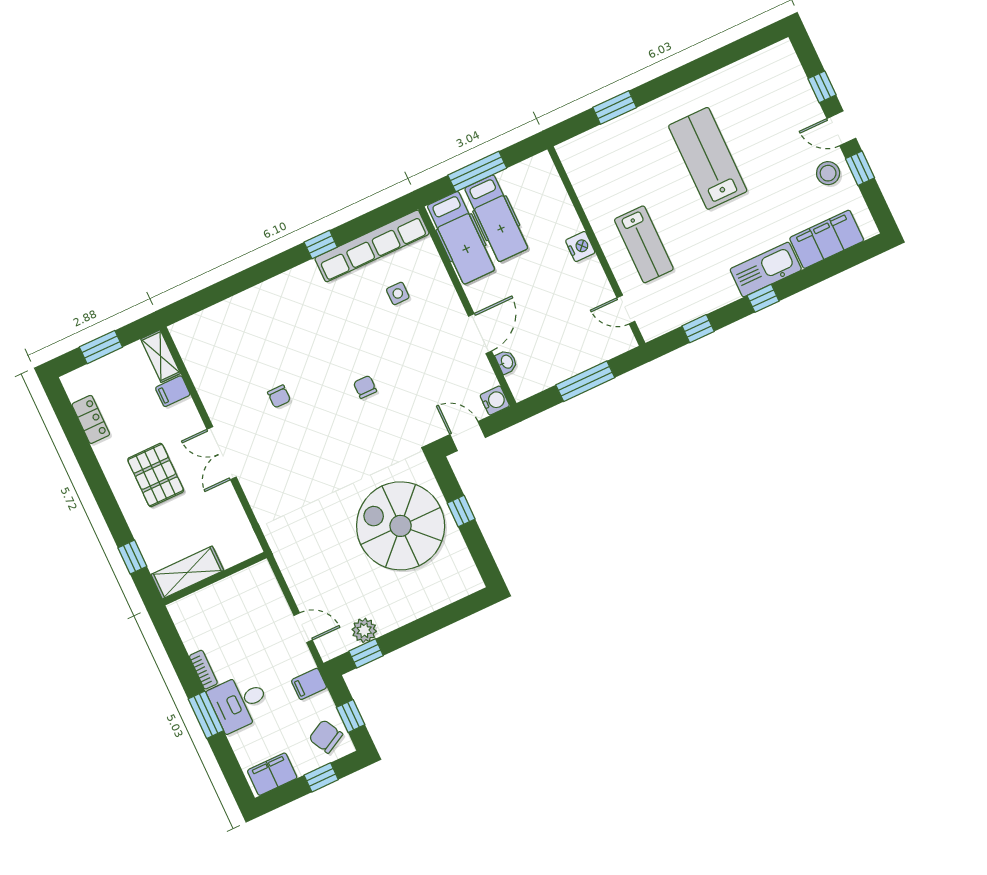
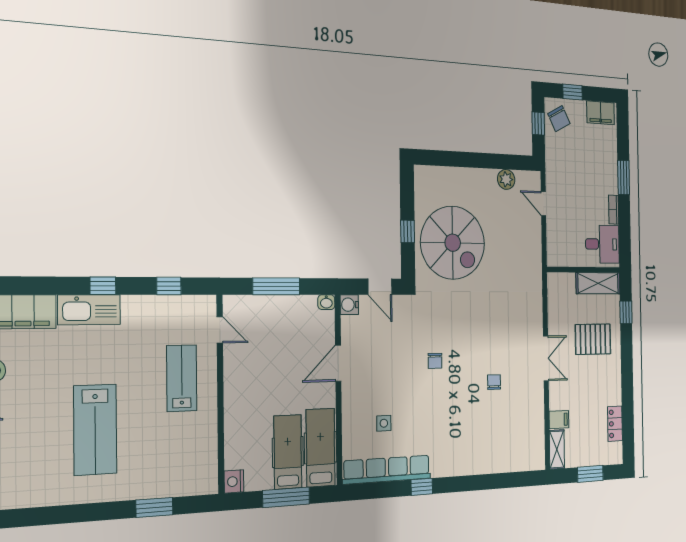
nightstand: (580, 247) -> (234, 482), moved
washbasin: (506, 362) -> (326, 302), moved, turned -90
pallet: (156, 475) -> (593, 339), moved, turned 90
window: (366, 653) -> (511, 162), removed
filing cabinet: (309, 684) -> (555, 162), removed
desk: (239, 702) -> (602, 244), moved

